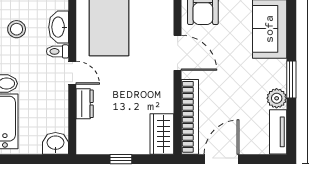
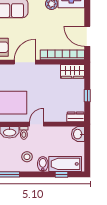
stool: (17, 29) -> (27, 157), moved
dresser: (85, 104) -> (76, 117), moved

